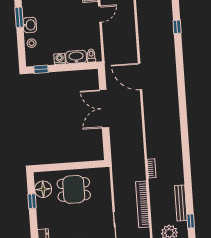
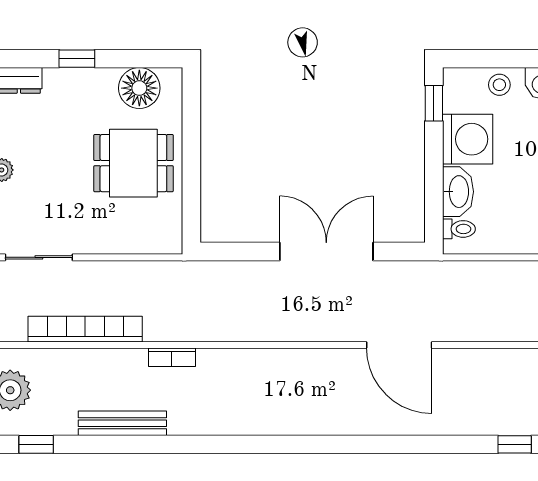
washing machine: (60, 59) -> (468, 139), width x1.89, depth x1.89
door: (140, 76) -> (399, 345), swing flipped
dining table: (74, 189) -> (133, 163), turned 90
window: (32, 201) -> (77, 59), moved
bench: (181, 203) -> (122, 423), moved

